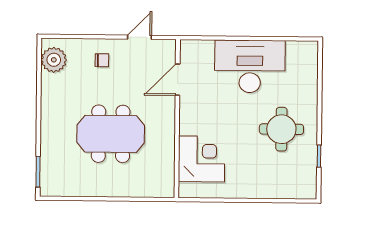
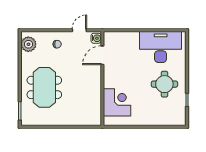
water cooler: (167, 51) -> (96, 38), added
desk: (250, 66) -> (161, 47), moved
meeting table: (111, 134) -> (44, 87), moved, turned 90

